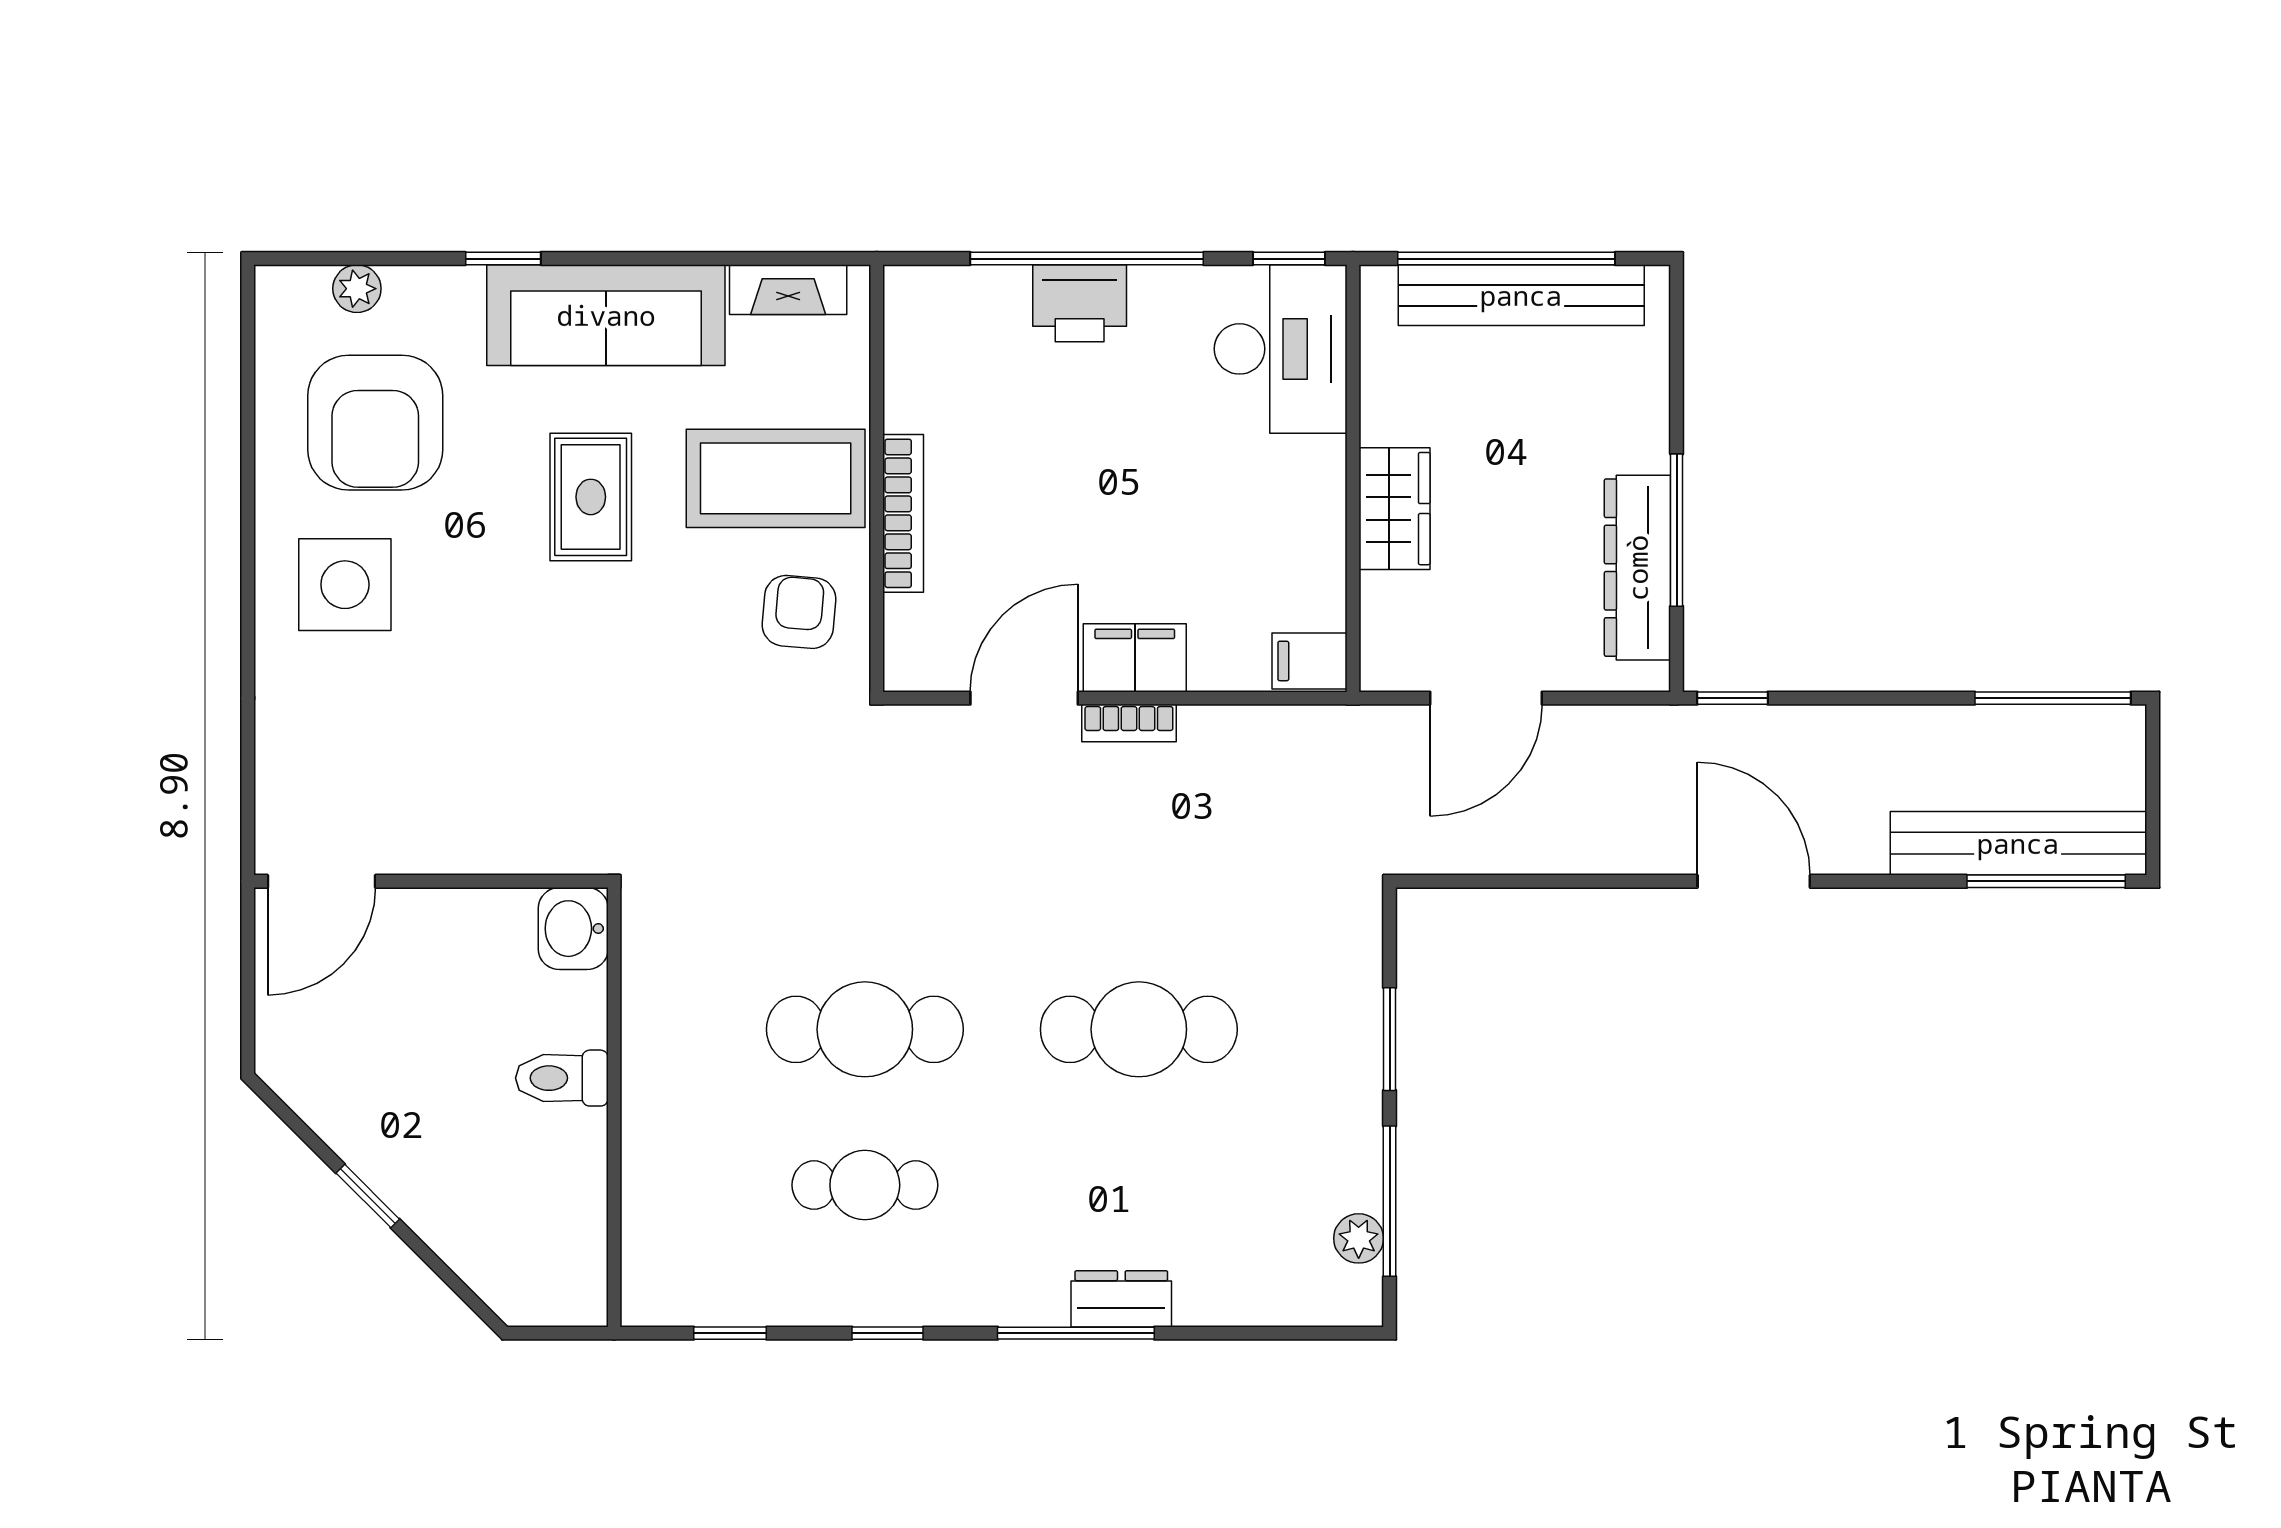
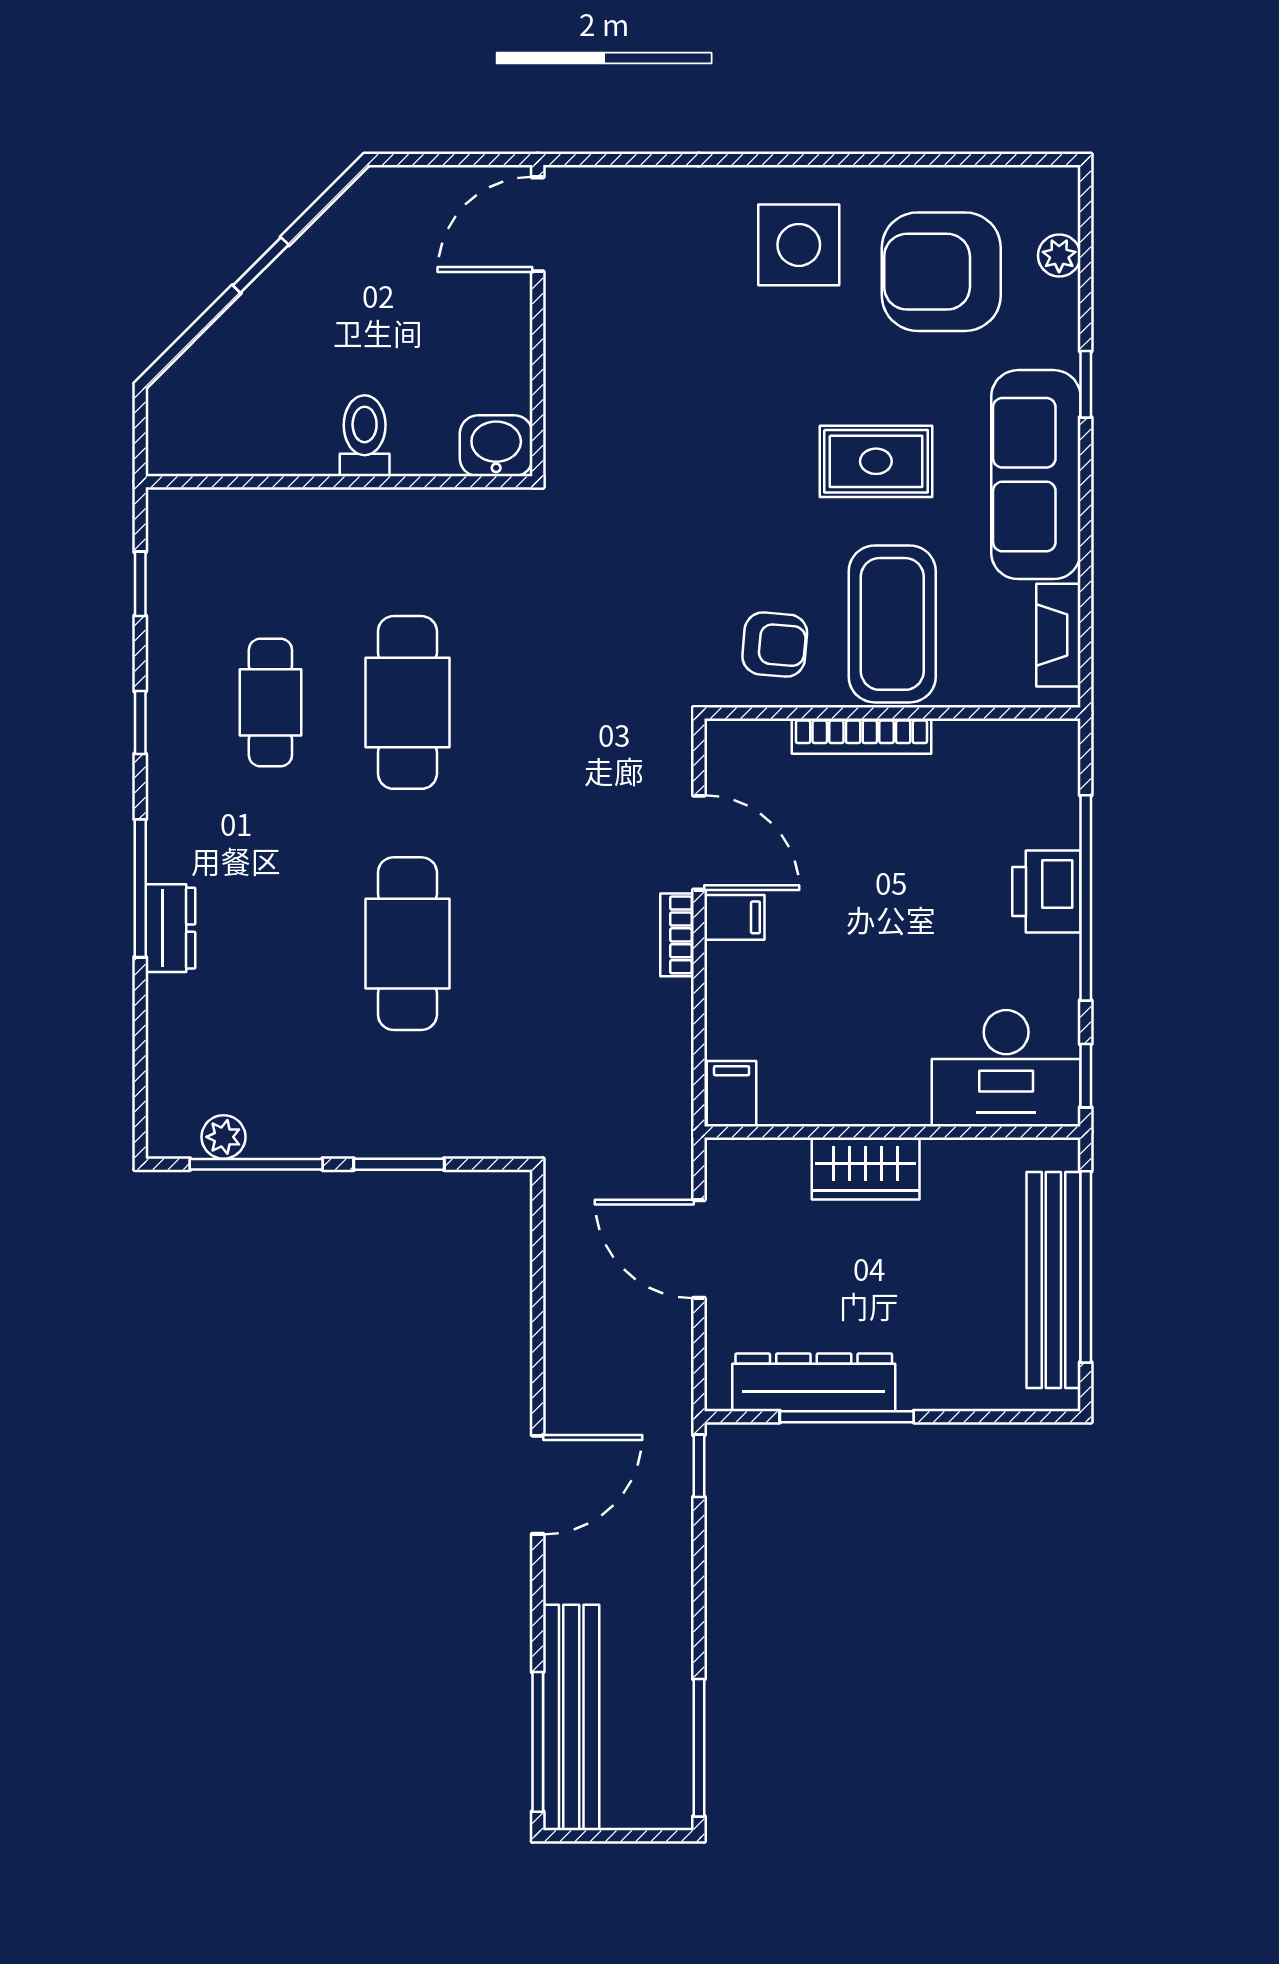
filing cabinet: (1135, 658) -> (734, 917), width x0.50
door: (322, 881) -> (538, 224), hinge flipped

